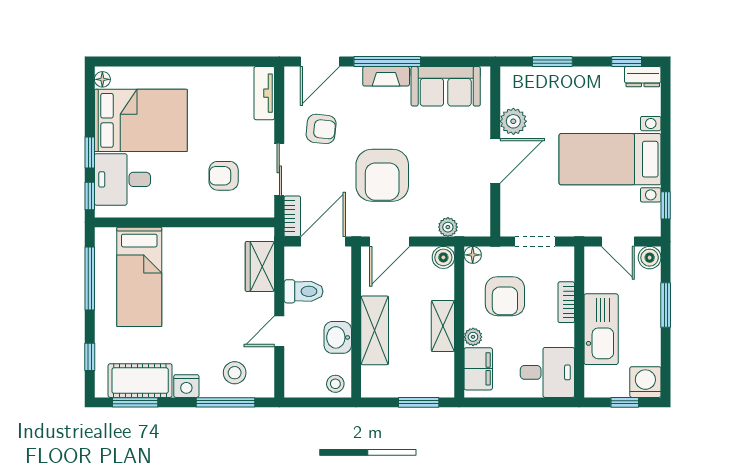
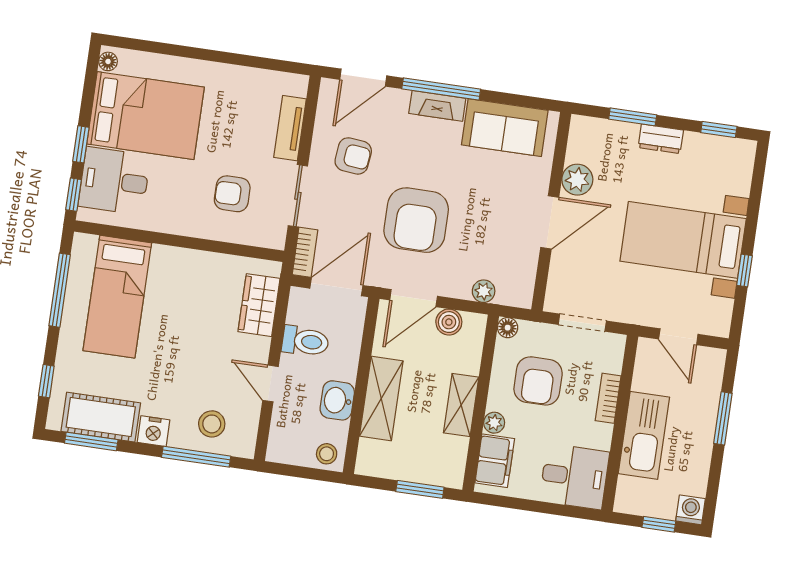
dresser: (643, 77) -> (661, 139), moved
tv unit: (264, 93) -> (290, 128), moved
window: (666, 205) -> (744, 271), moved
boiler: (443, 257) -> (449, 322), moved
boiler: (650, 258) -> (712, 361), removed
door: (279, 331) -> (270, 383), hinge flipped
washing machine: (645, 382) -> (691, 510), width x0.73, depth x0.73

